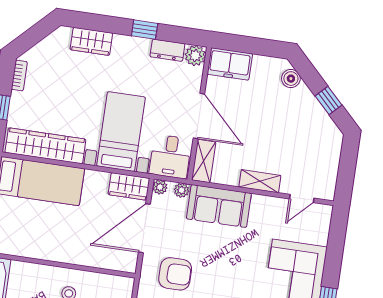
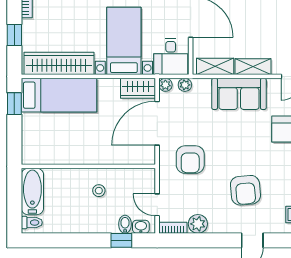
shelving: (204, 161) -> (215, 66), moved, turned 90
sofa: (219, 206) -> (239, 94), moved
armchair: (175, 274) -> (190, 160), turned 90

